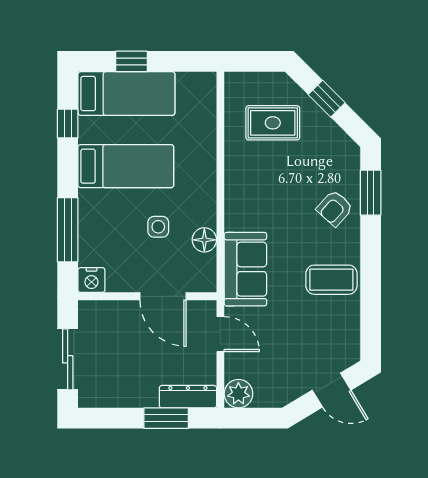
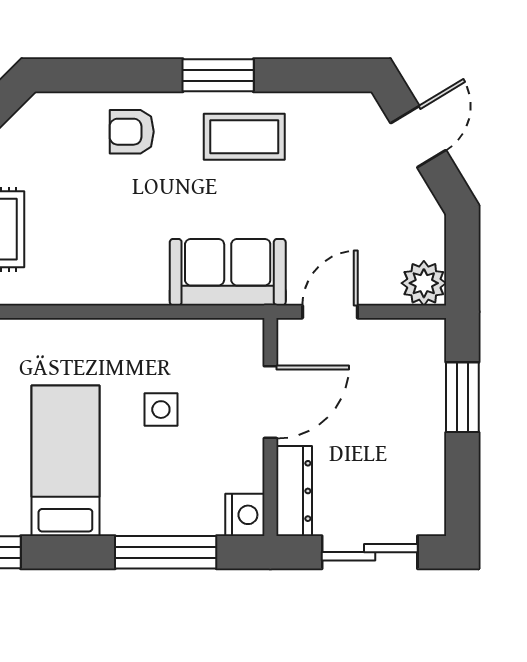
window: (371, 193) -> (218, 75), moved
armchair: (335, 208) -> (132, 132), turned 138
floor lamp: (204, 240) -> (182, 337), removed
coffee table: (331, 280) -> (244, 137), turned 90
dresser: (188, 397) -> (294, 491), moved, turned 180

